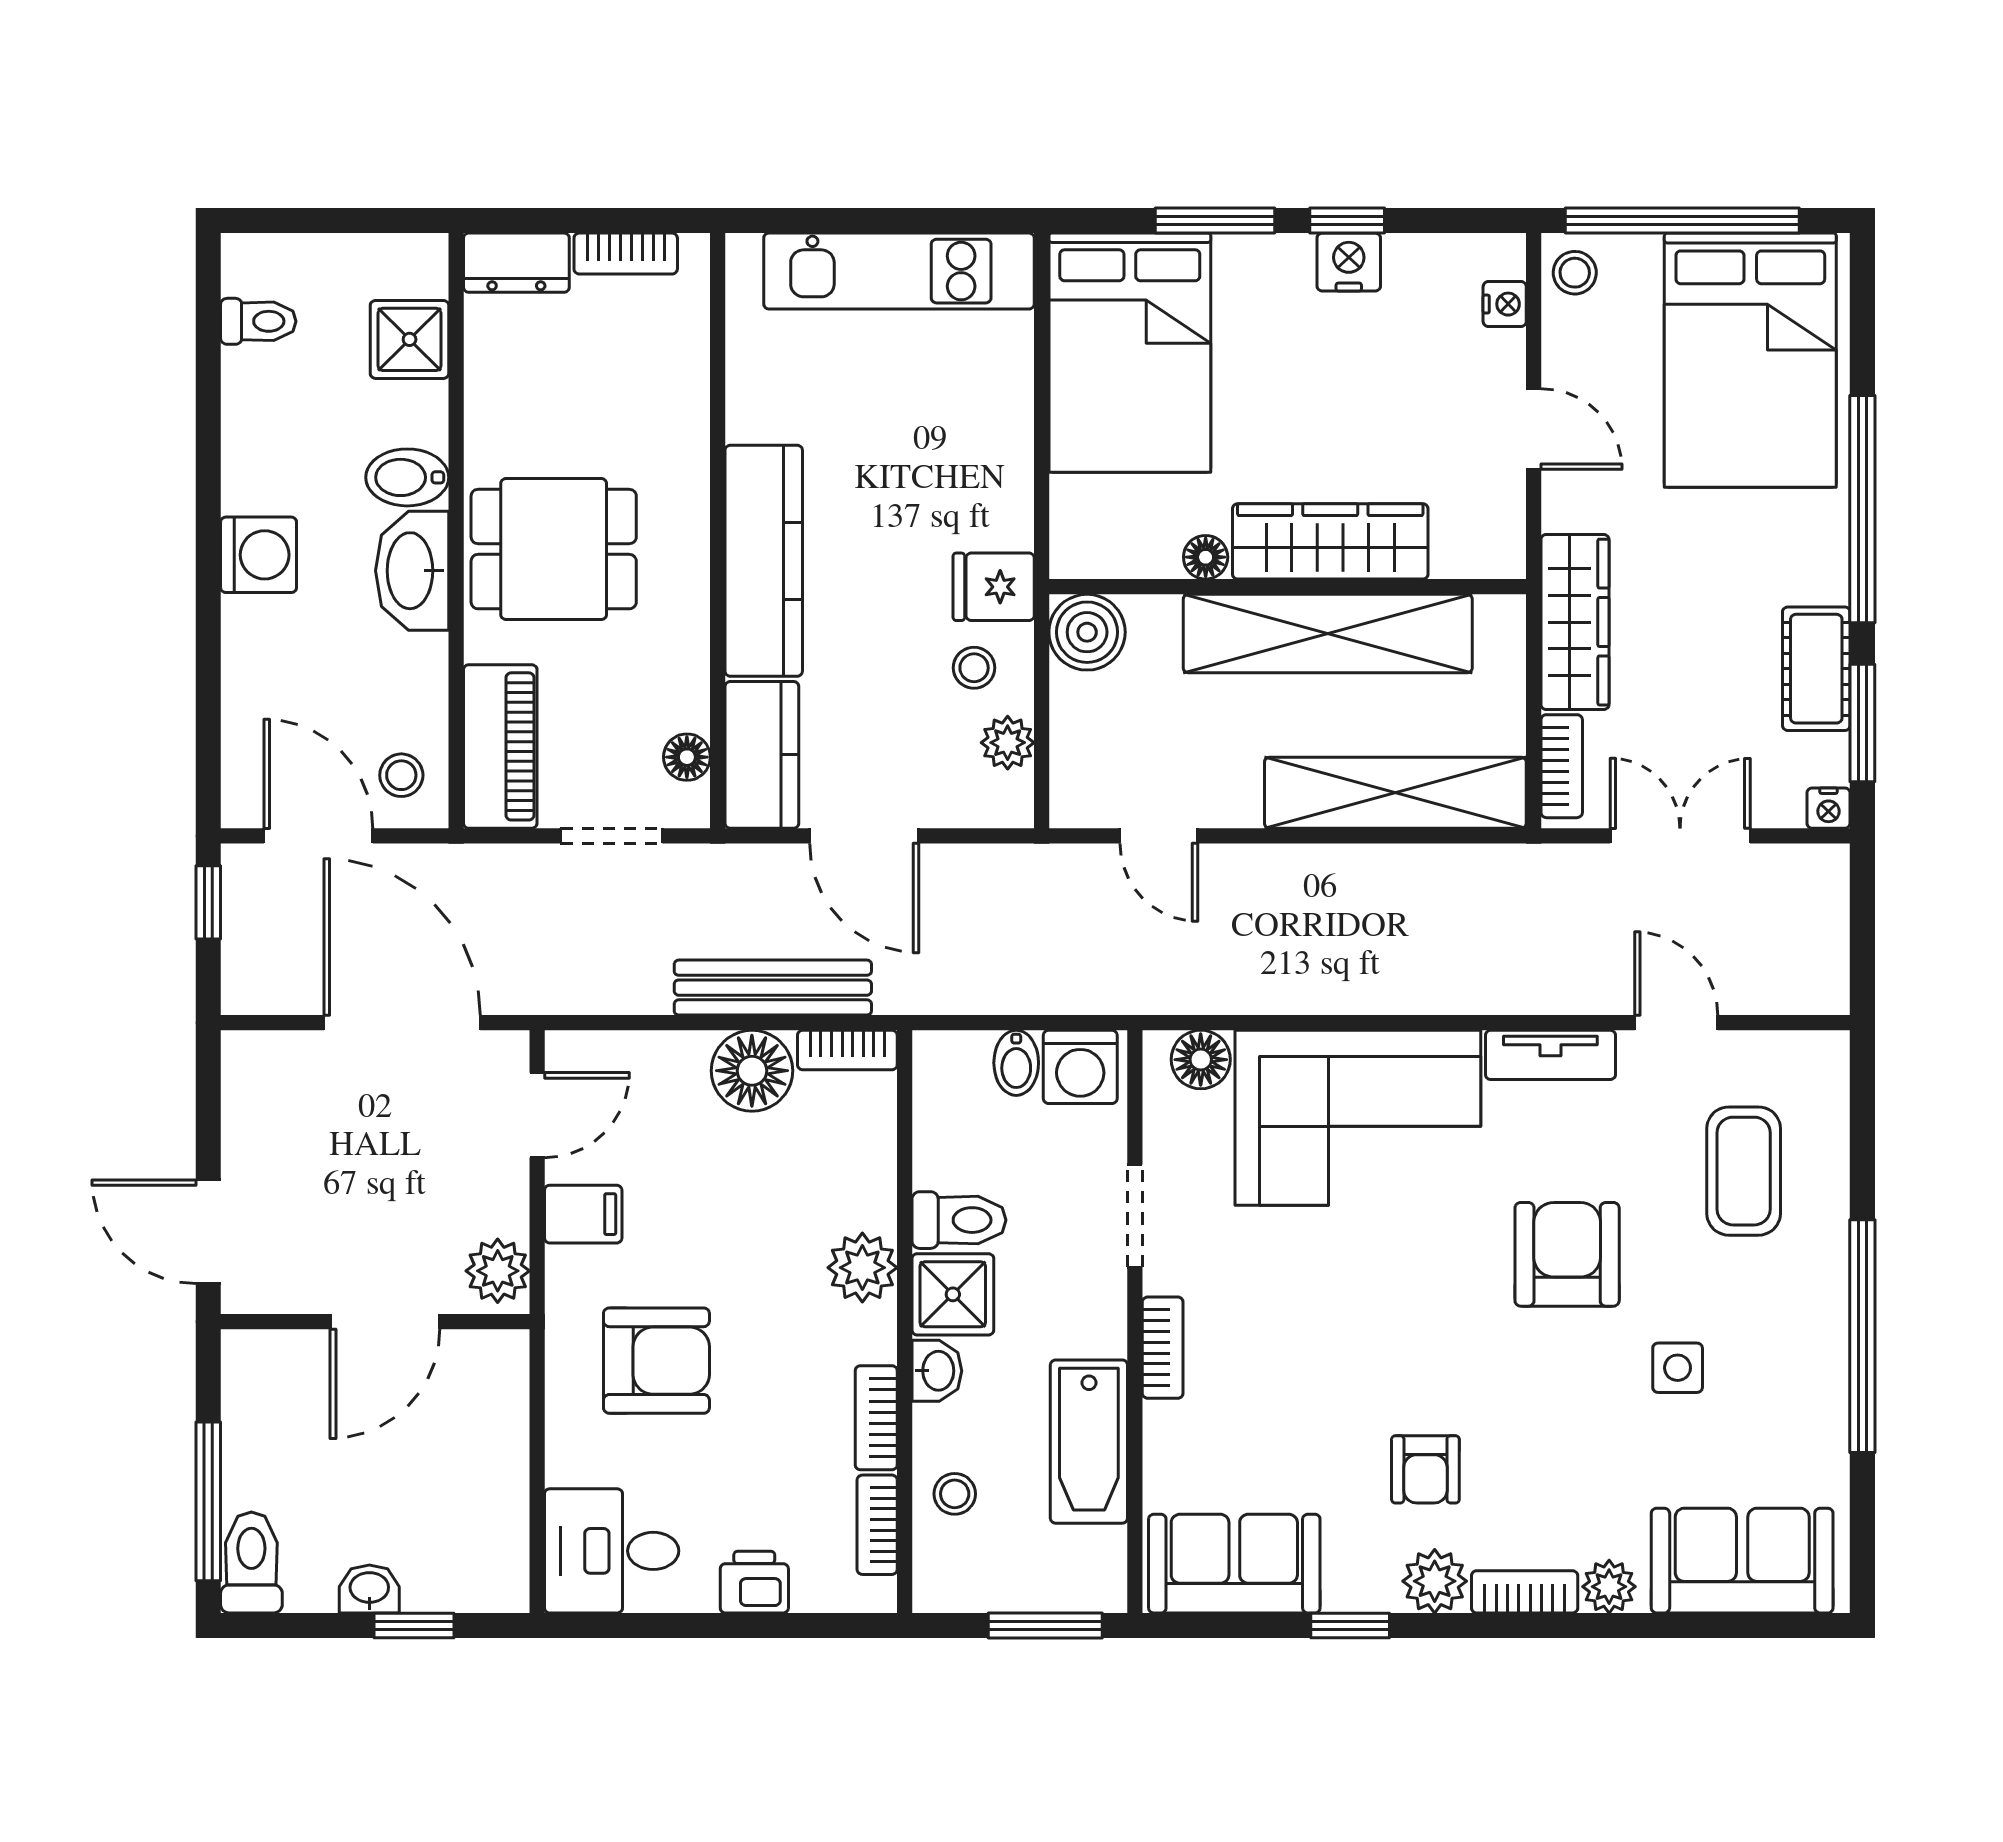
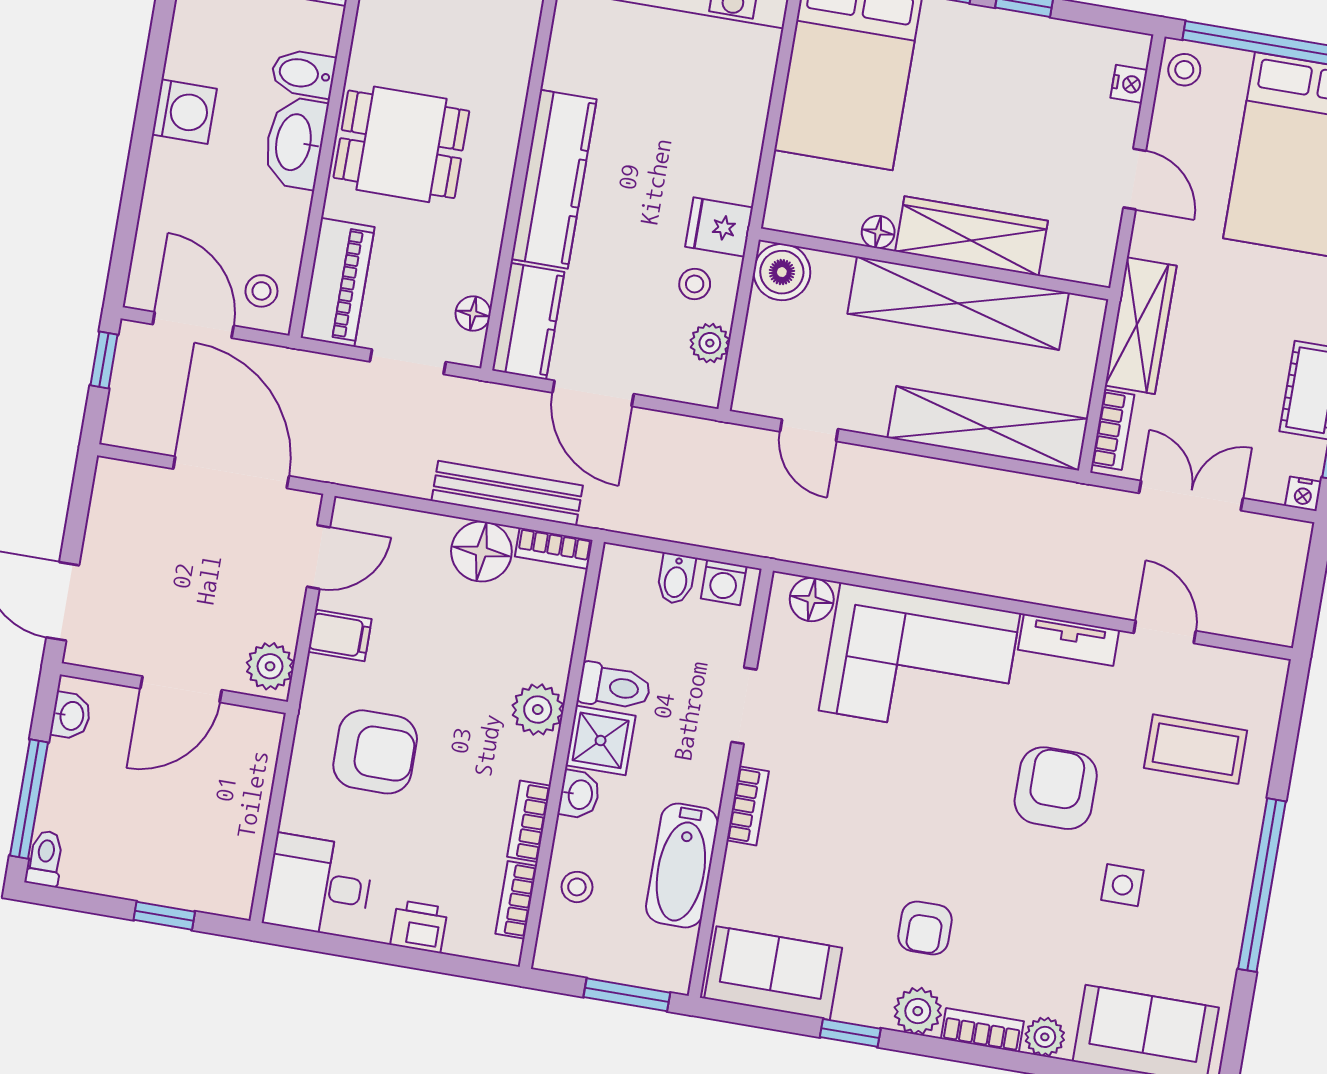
nightstand: (1349, 262) -> (1020, 34), removed
washing machine: (1080, 1067) -> (724, 582), width x0.73, depth x0.73
coffee table: (1744, 1171) -> (1196, 749), turned 90
toilet: (251, 1563) -> (45, 858), width x0.73, depth x0.72
washbasin: (369, 1589) -> (71, 716), moved, turned 90

